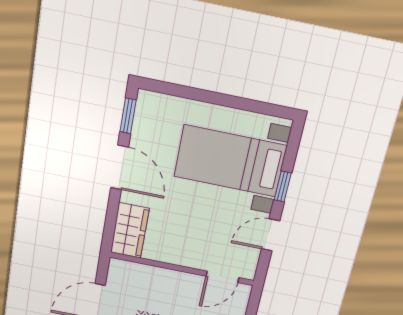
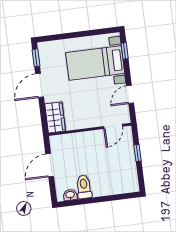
door: (120, 168) -> (40, 85), swing flipped
window: (283, 186) -> (125, 51), moved

